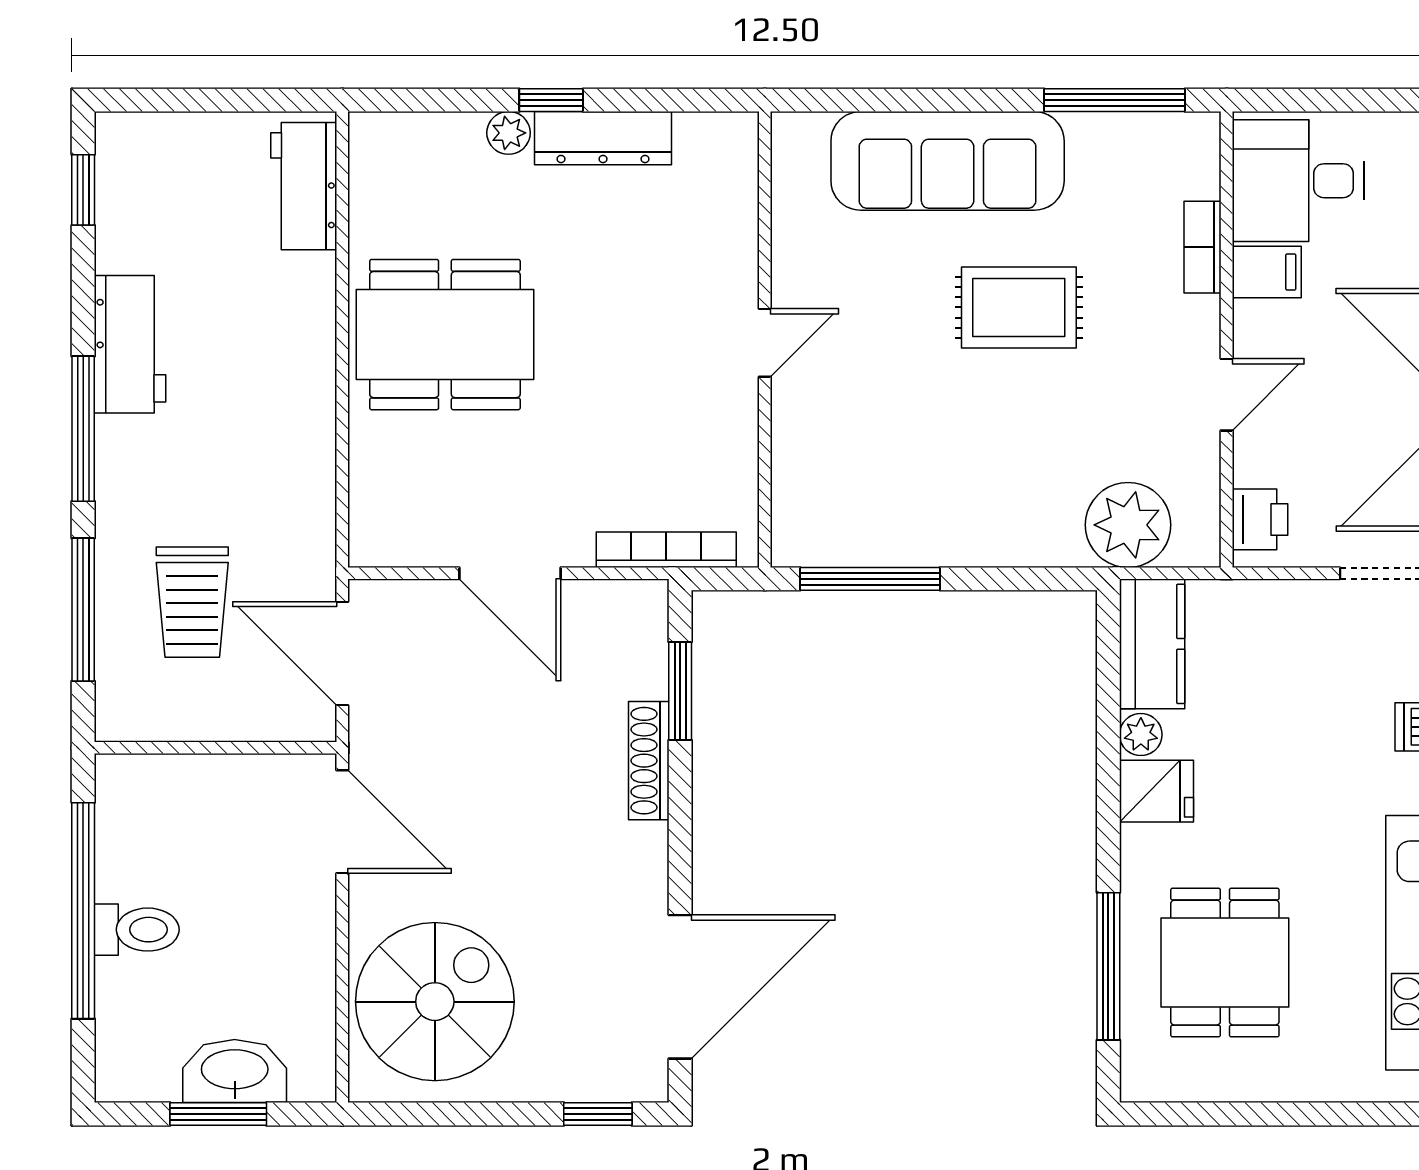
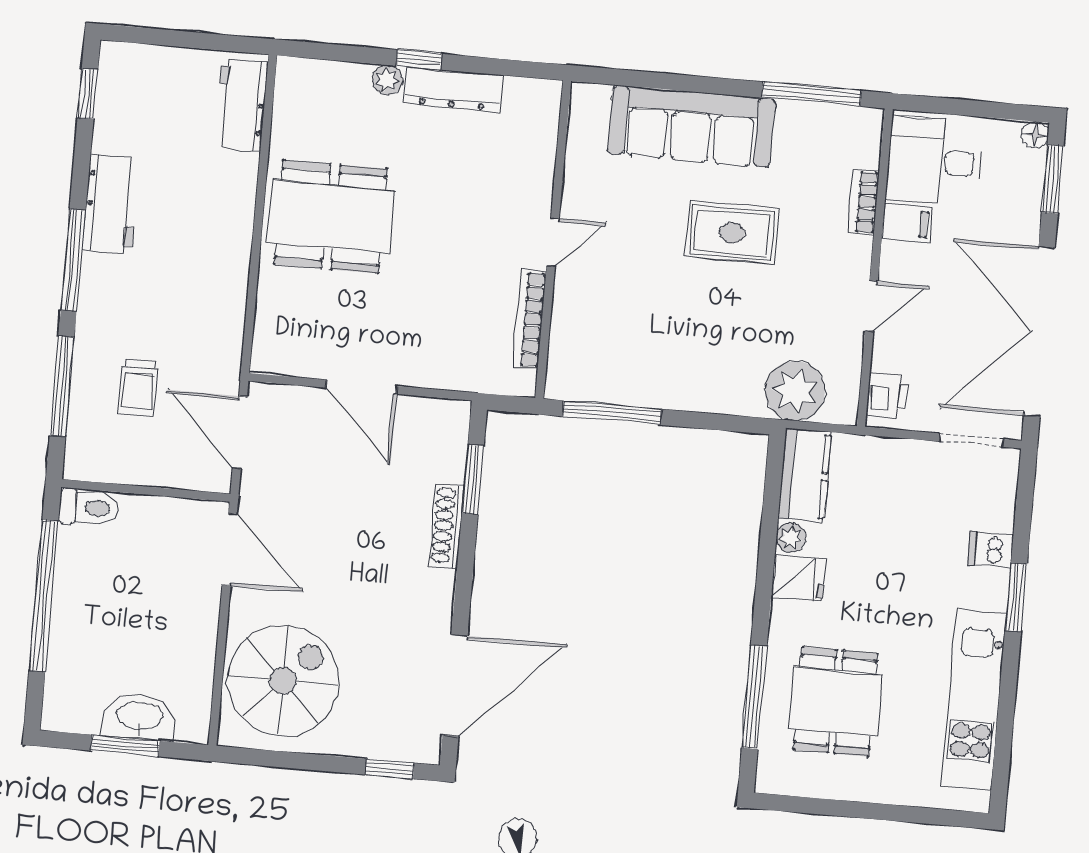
bookcase: (666, 550) -> (530, 319), moved, turned -90
trolley: (192, 602) -> (138, 388), width x0.73, depth x0.72
toilet: (137, 930) -> (89, 508), moved

